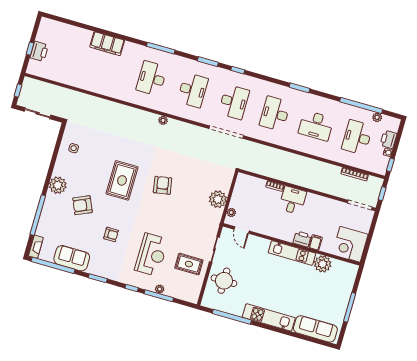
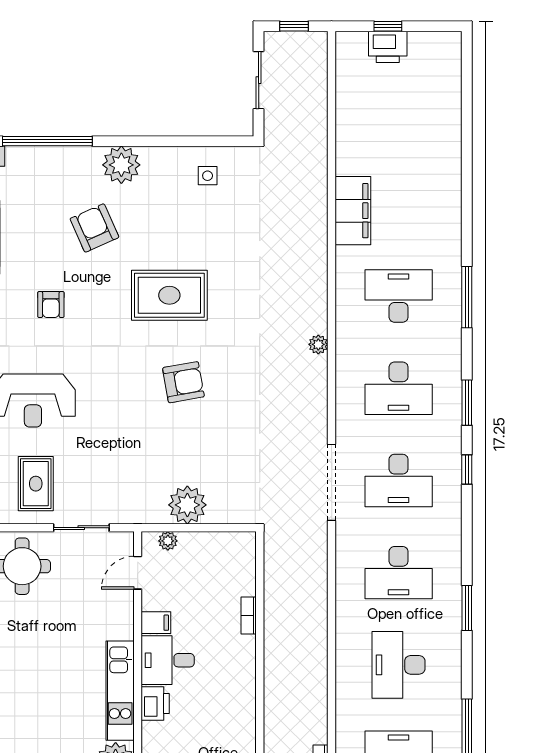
filing cabinet: (107, 44) -> (353, 211), moved, turned 180
desk: (275, 114) -> (399, 573), turned 180
desk: (293, 200) -> (168, 660), moved, turned 180
filing cabinet: (316, 242) -> (156, 623), moved

